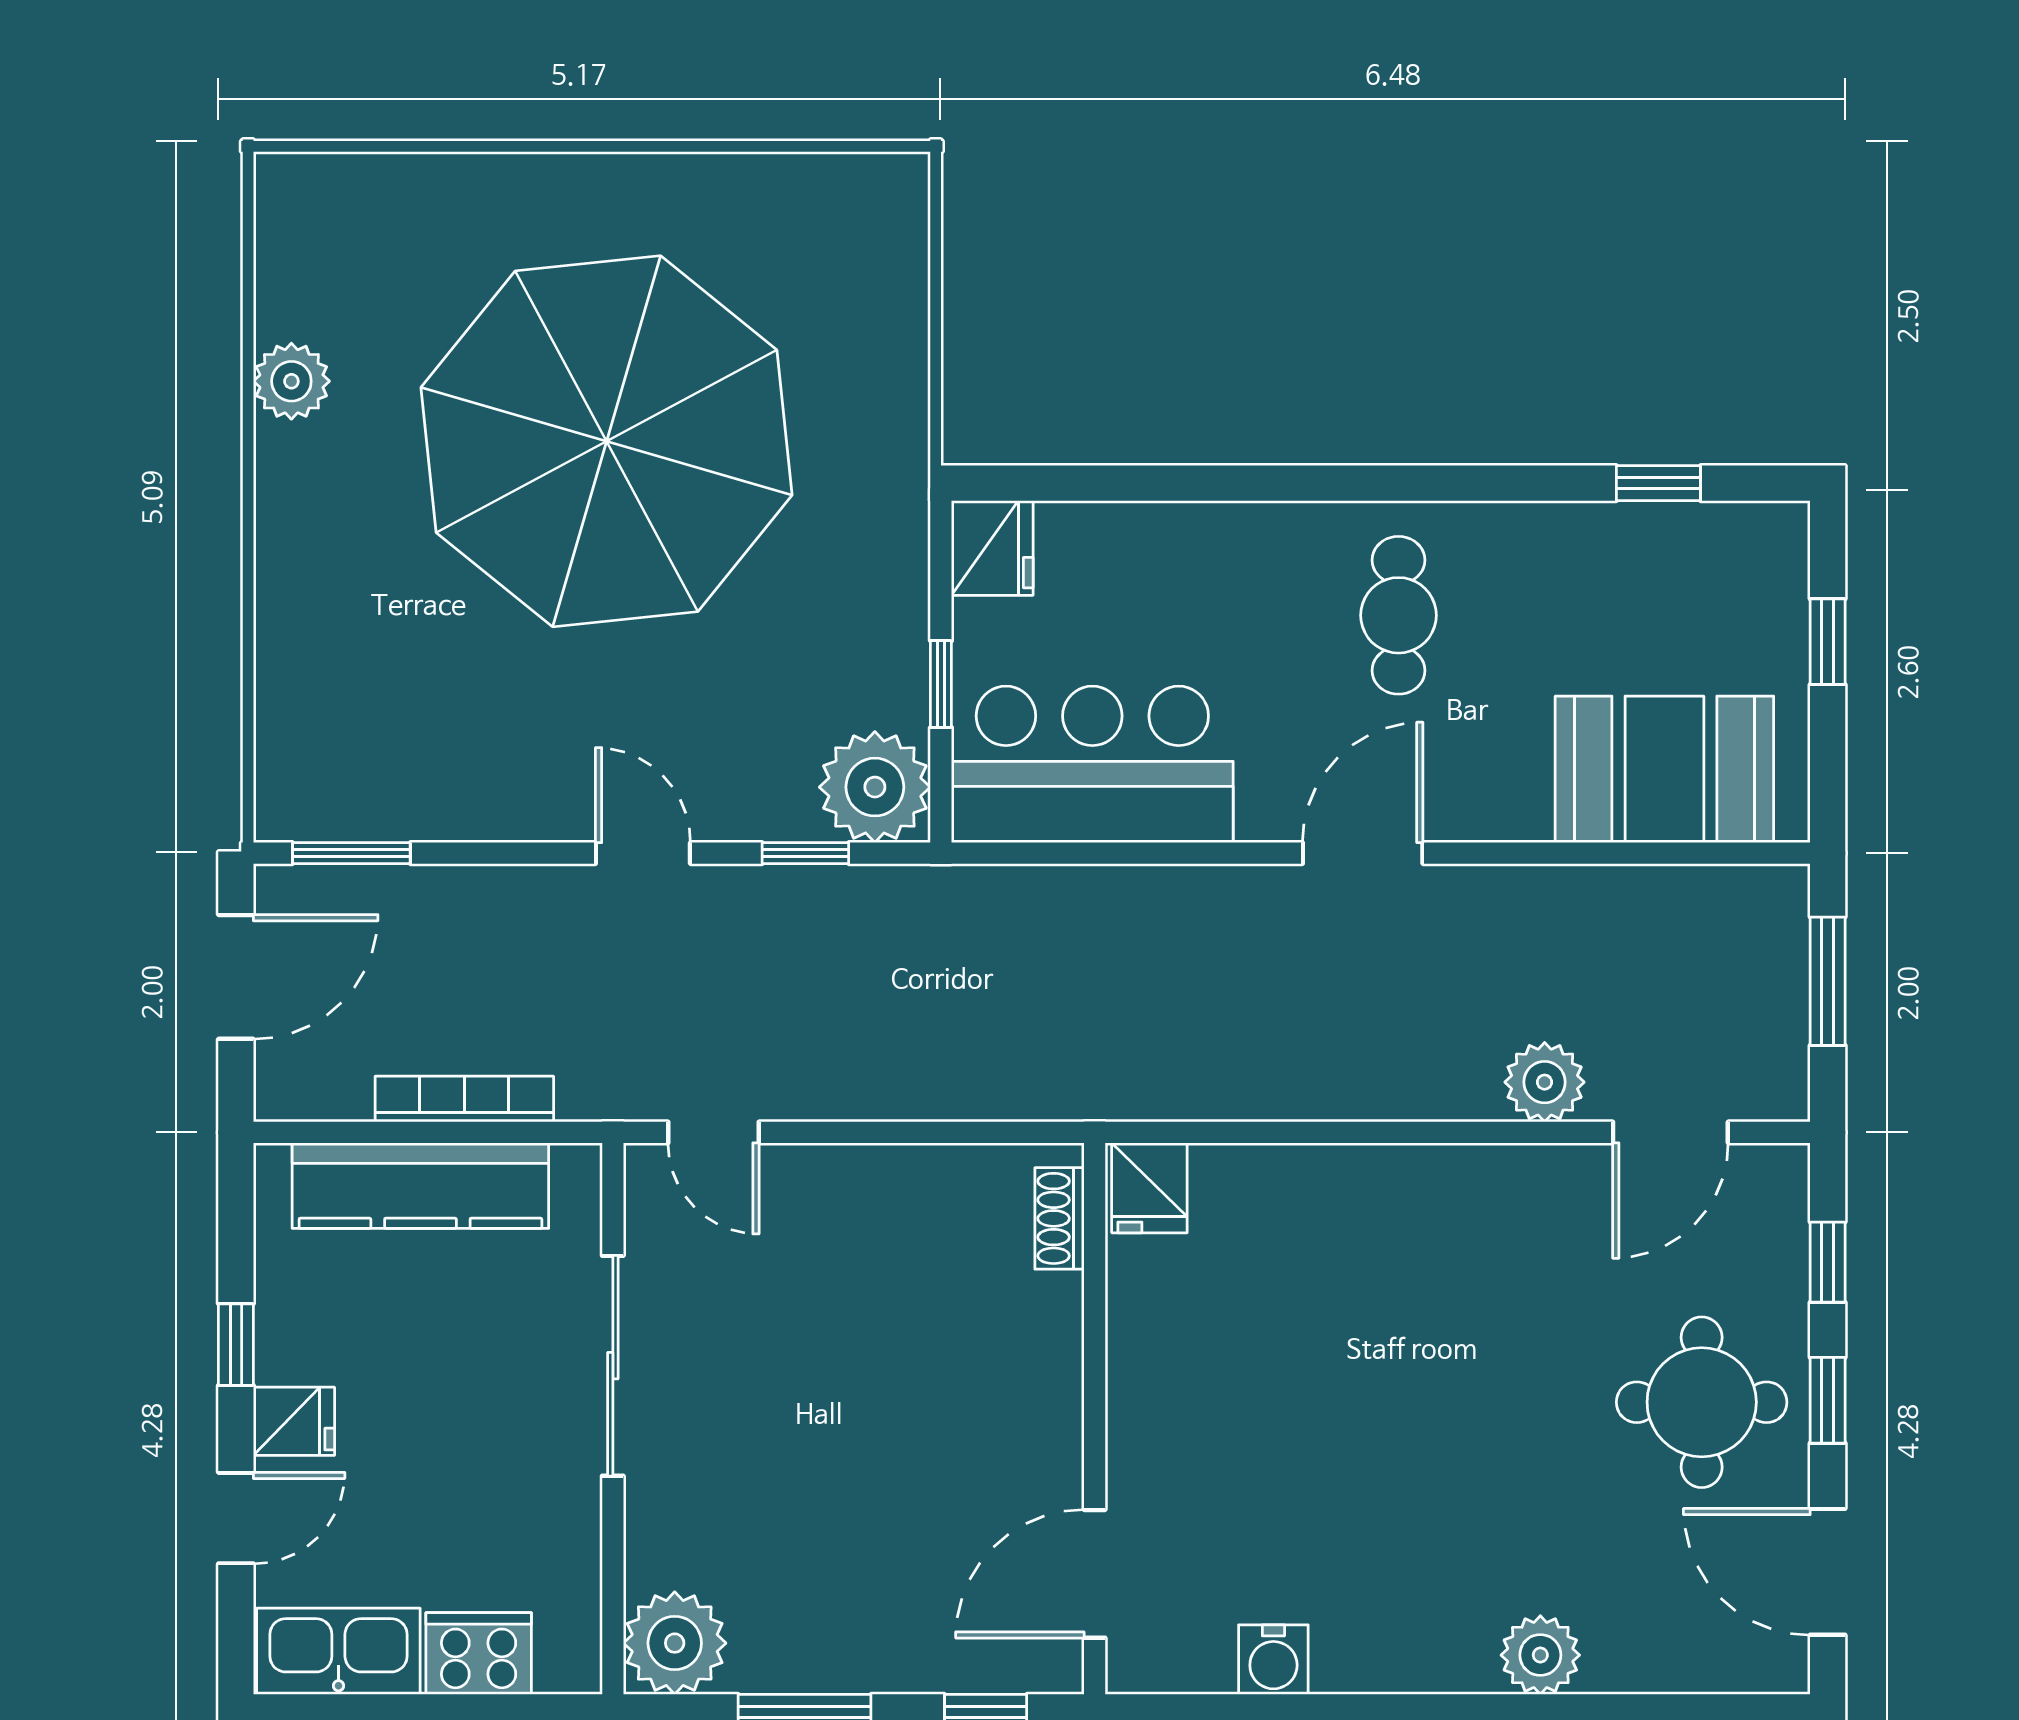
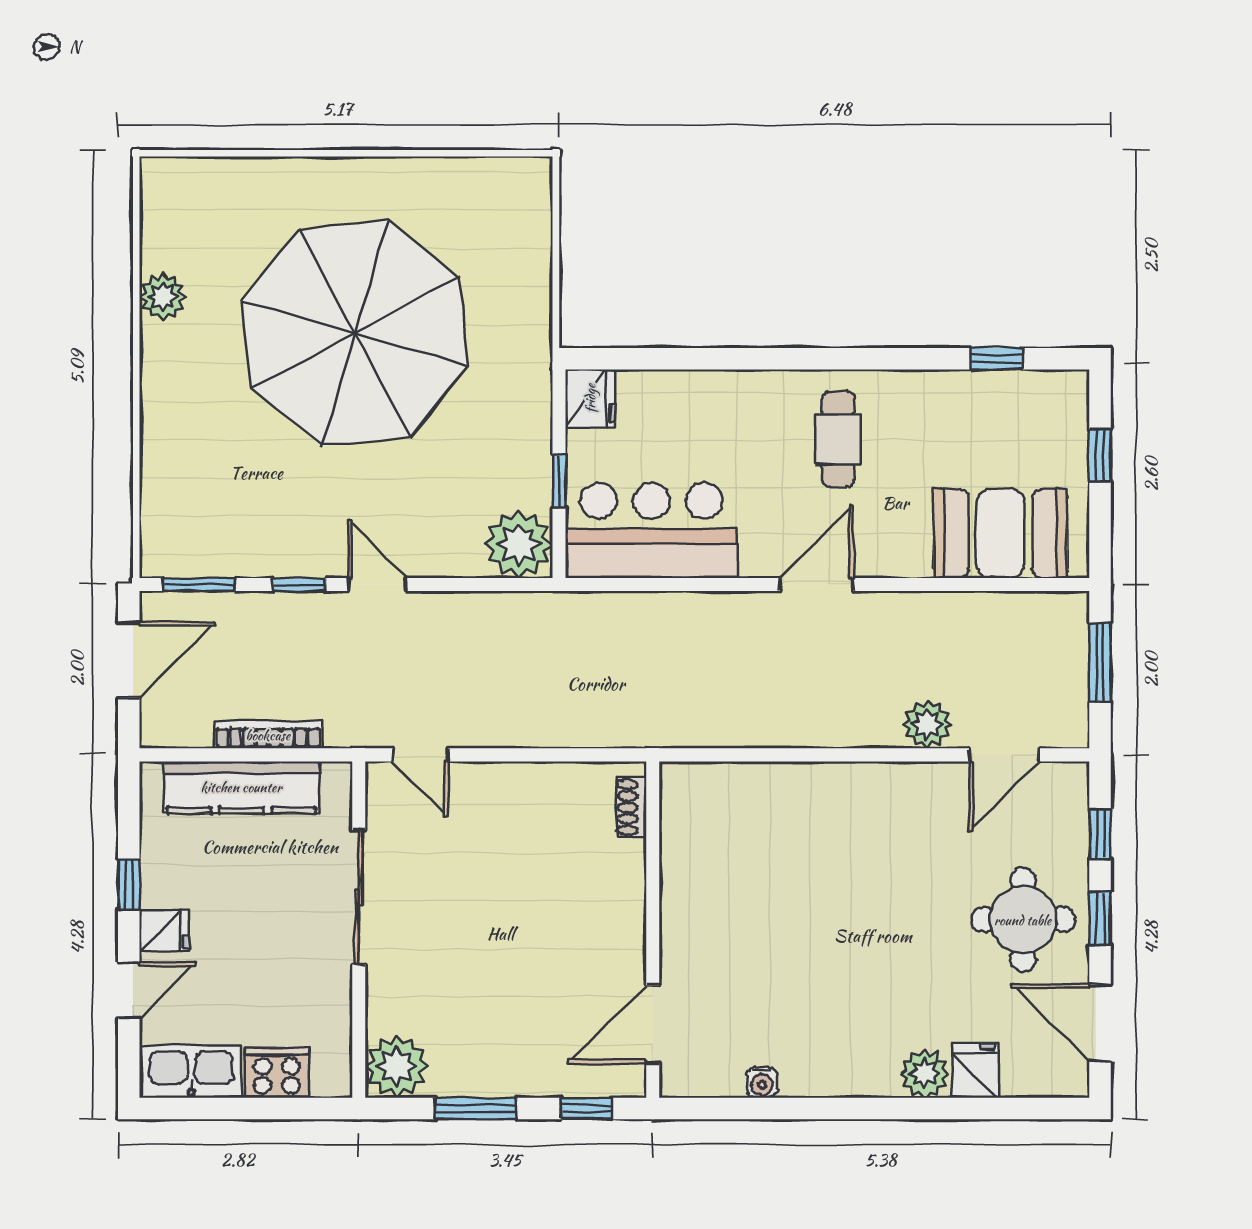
window: (805, 853) -> (299, 584), moved
fridge: (1149, 1188) -> (975, 1070), moved, turned 180
water cooler: (1273, 1660) -> (762, 1082), width x0.72, depth x0.72

